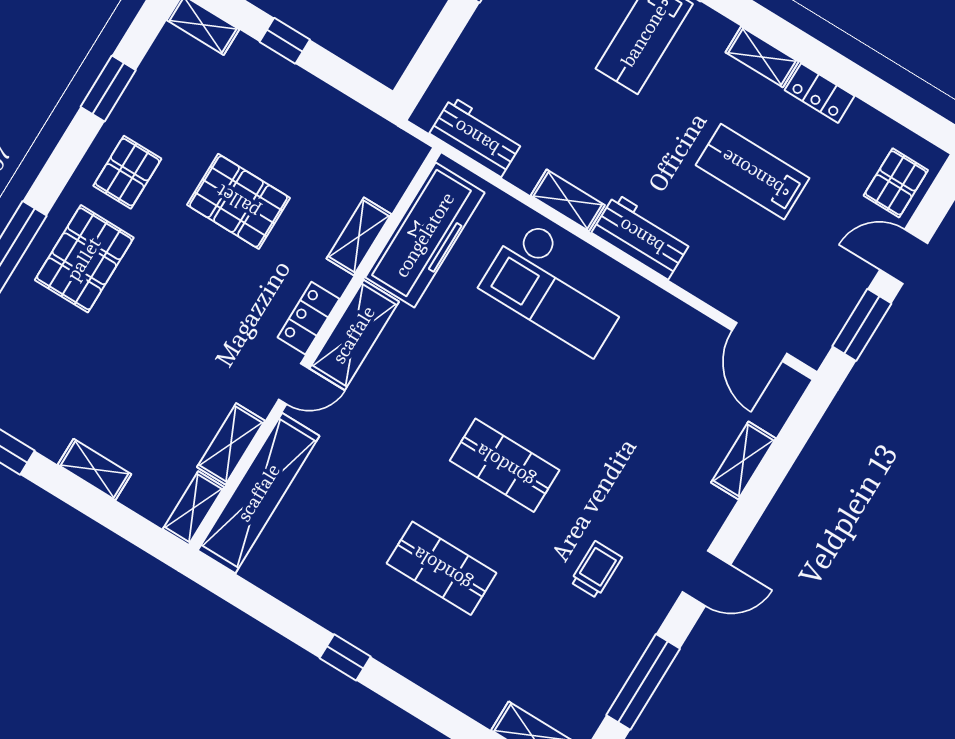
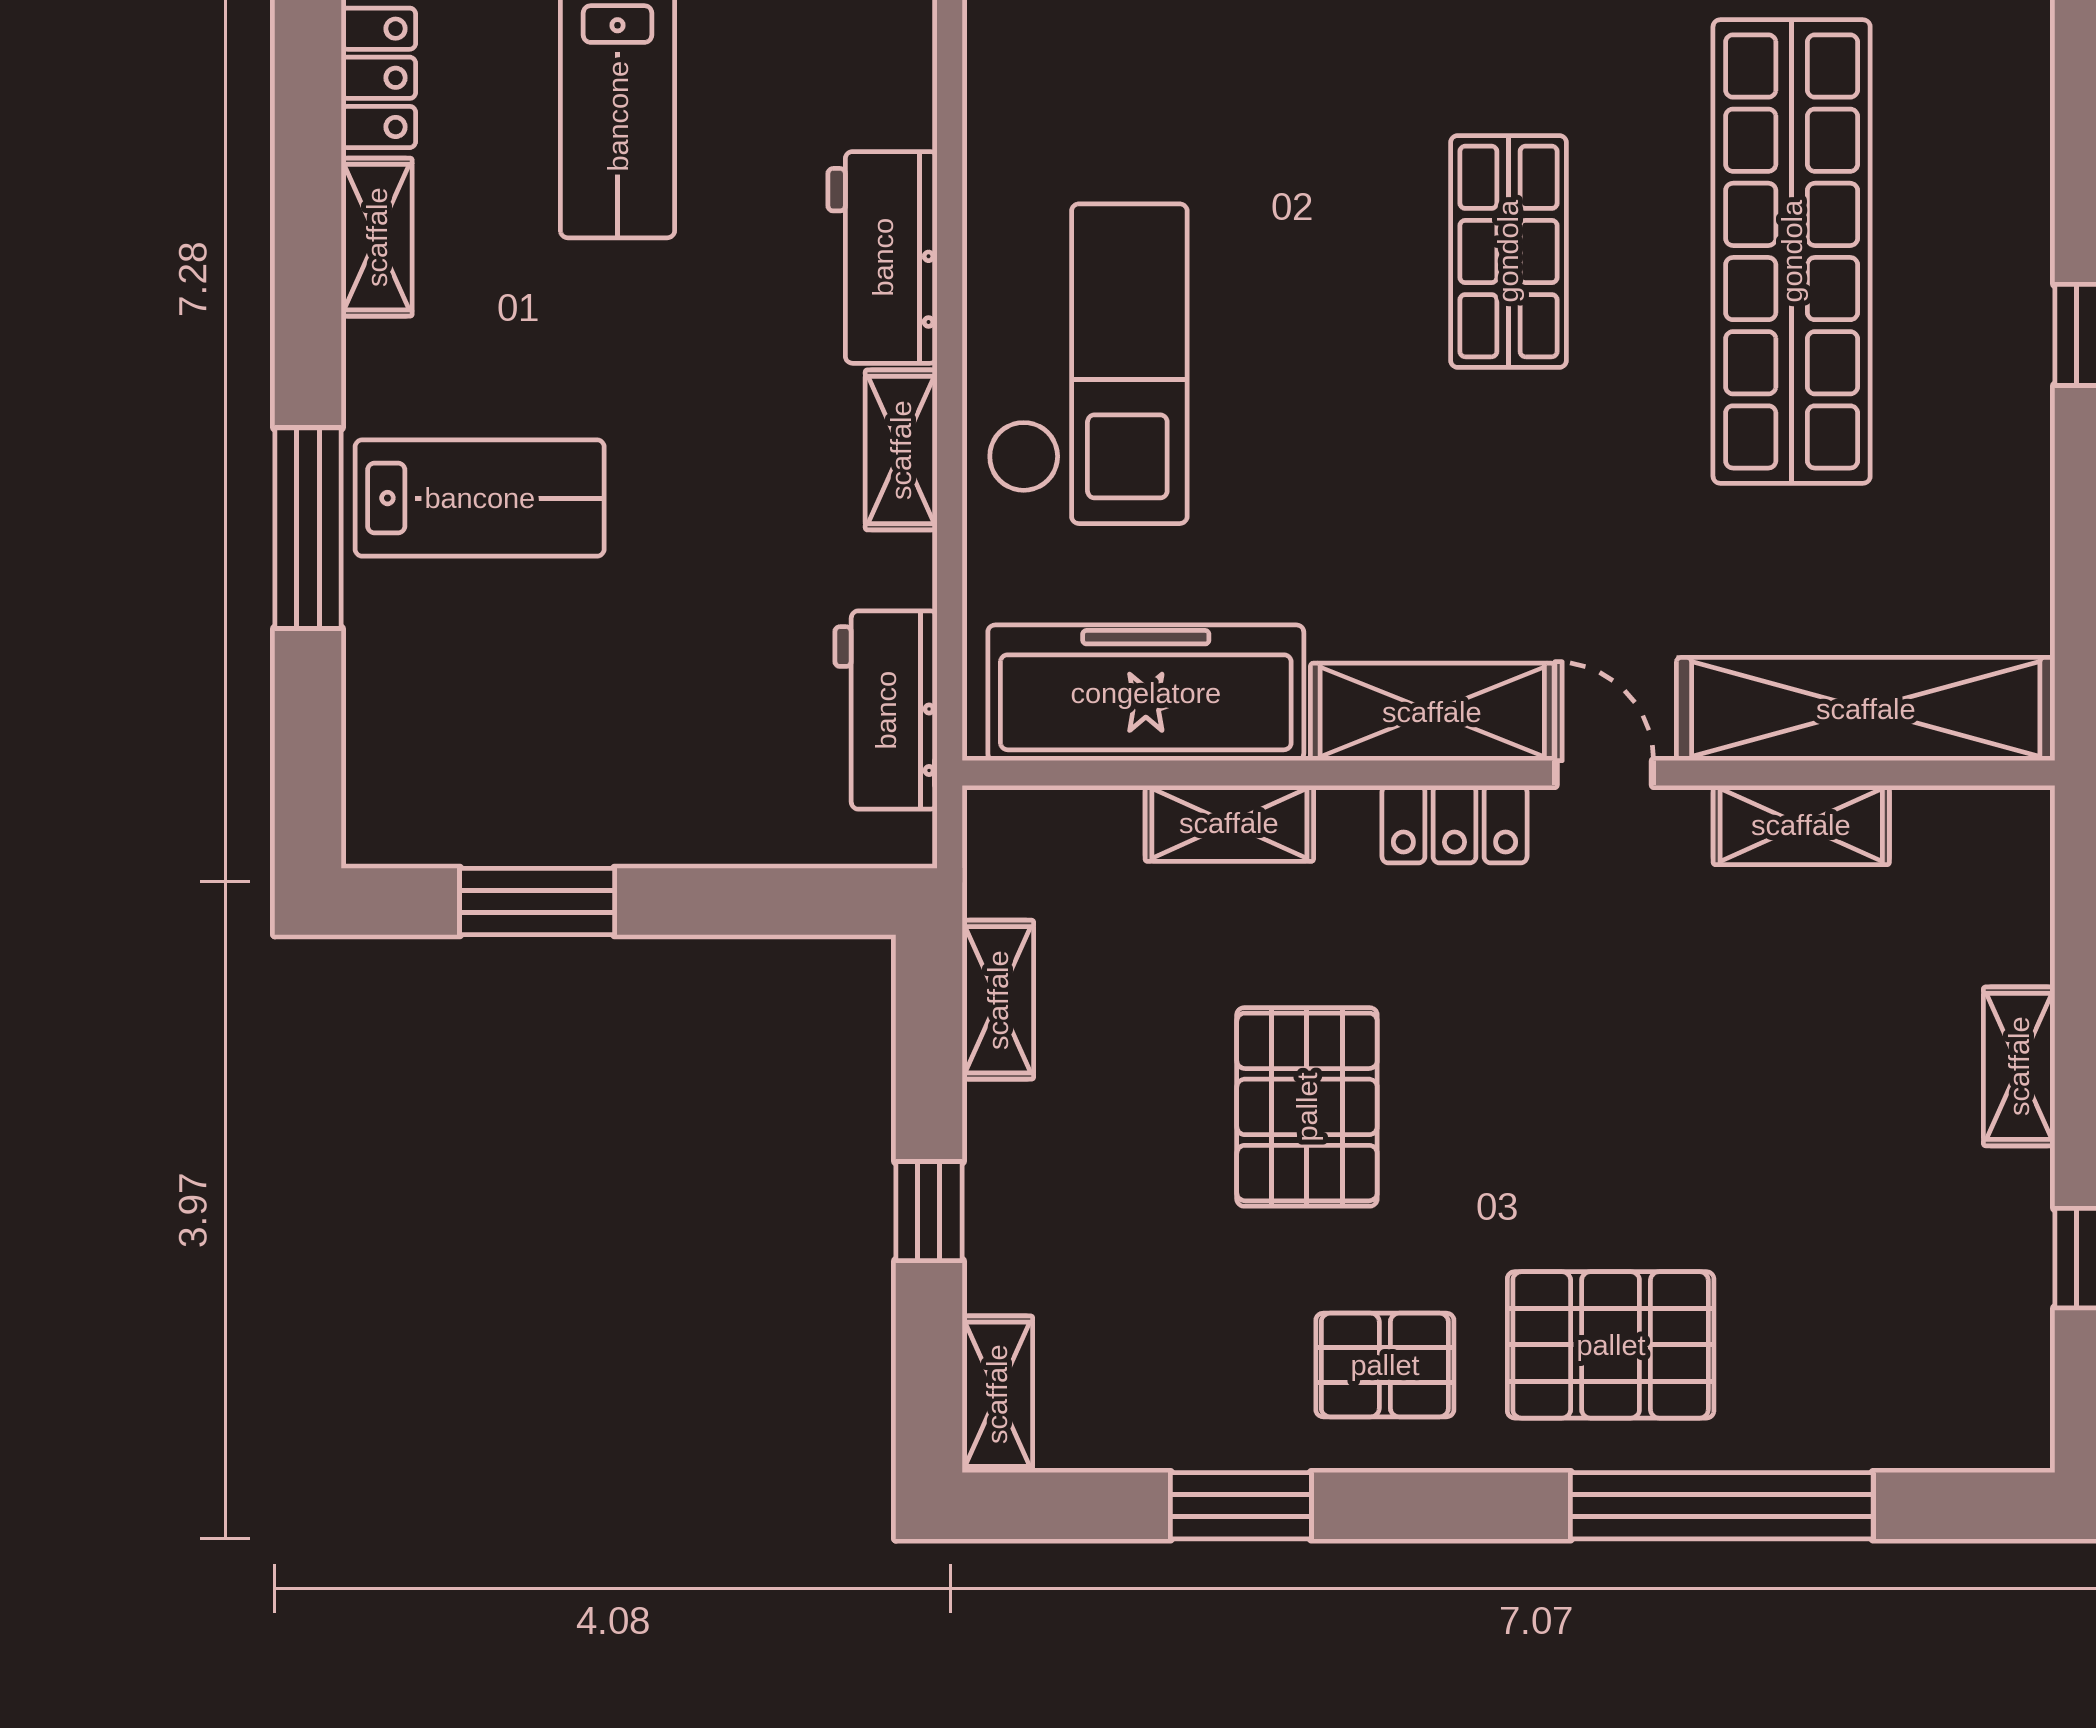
shelving: (193, 508) -> (998, 1000), moved, turned 90
shop shelf: (442, 568) -> (1792, 251), width x2.00, depth x1.36

